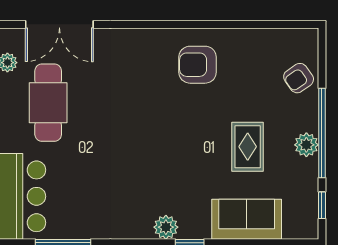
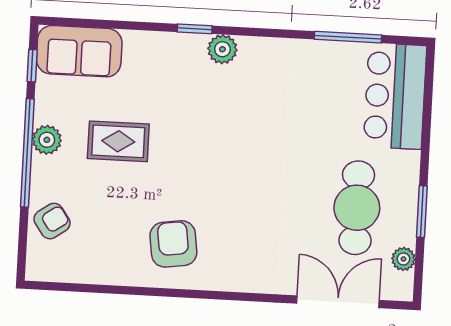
armchair: (198, 65) -> (173, 244), turned -98
rug: (248, 147) -> (118, 141), turned 90
sofa: (247, 219) -> (79, 51), moved

